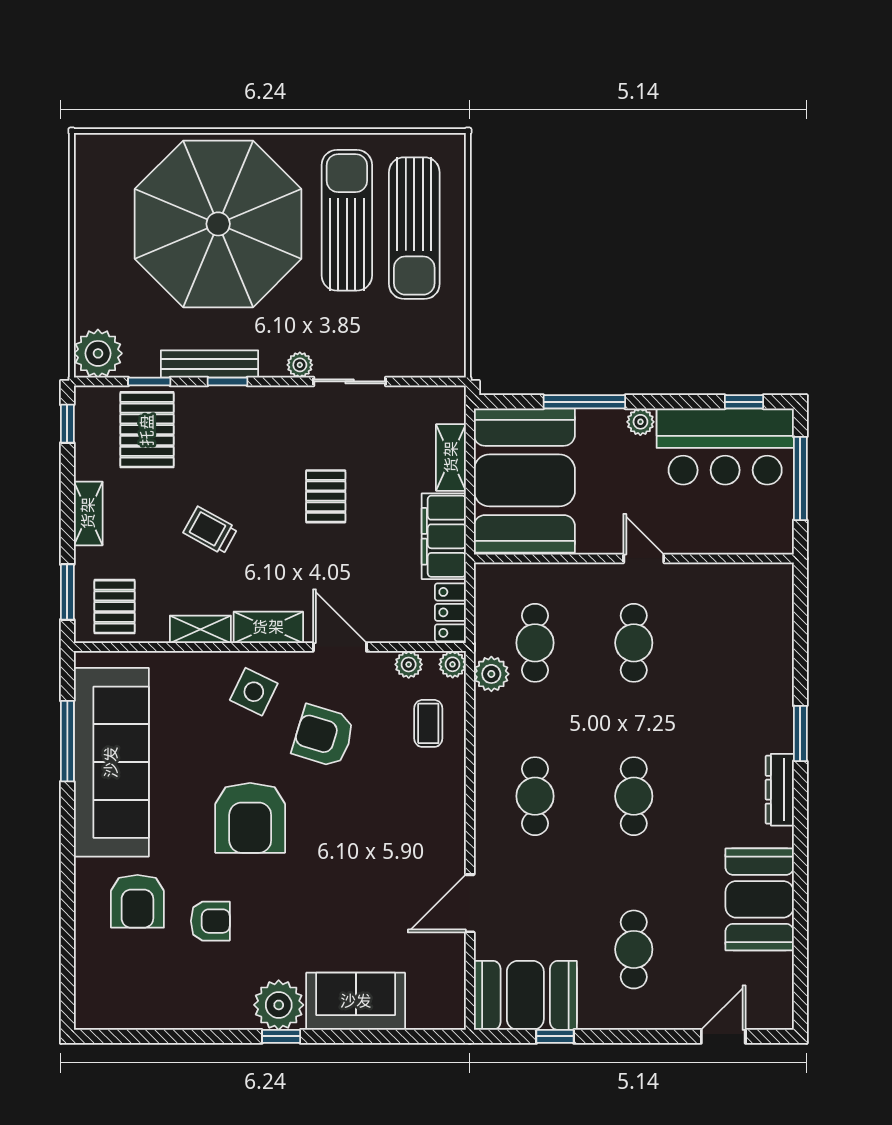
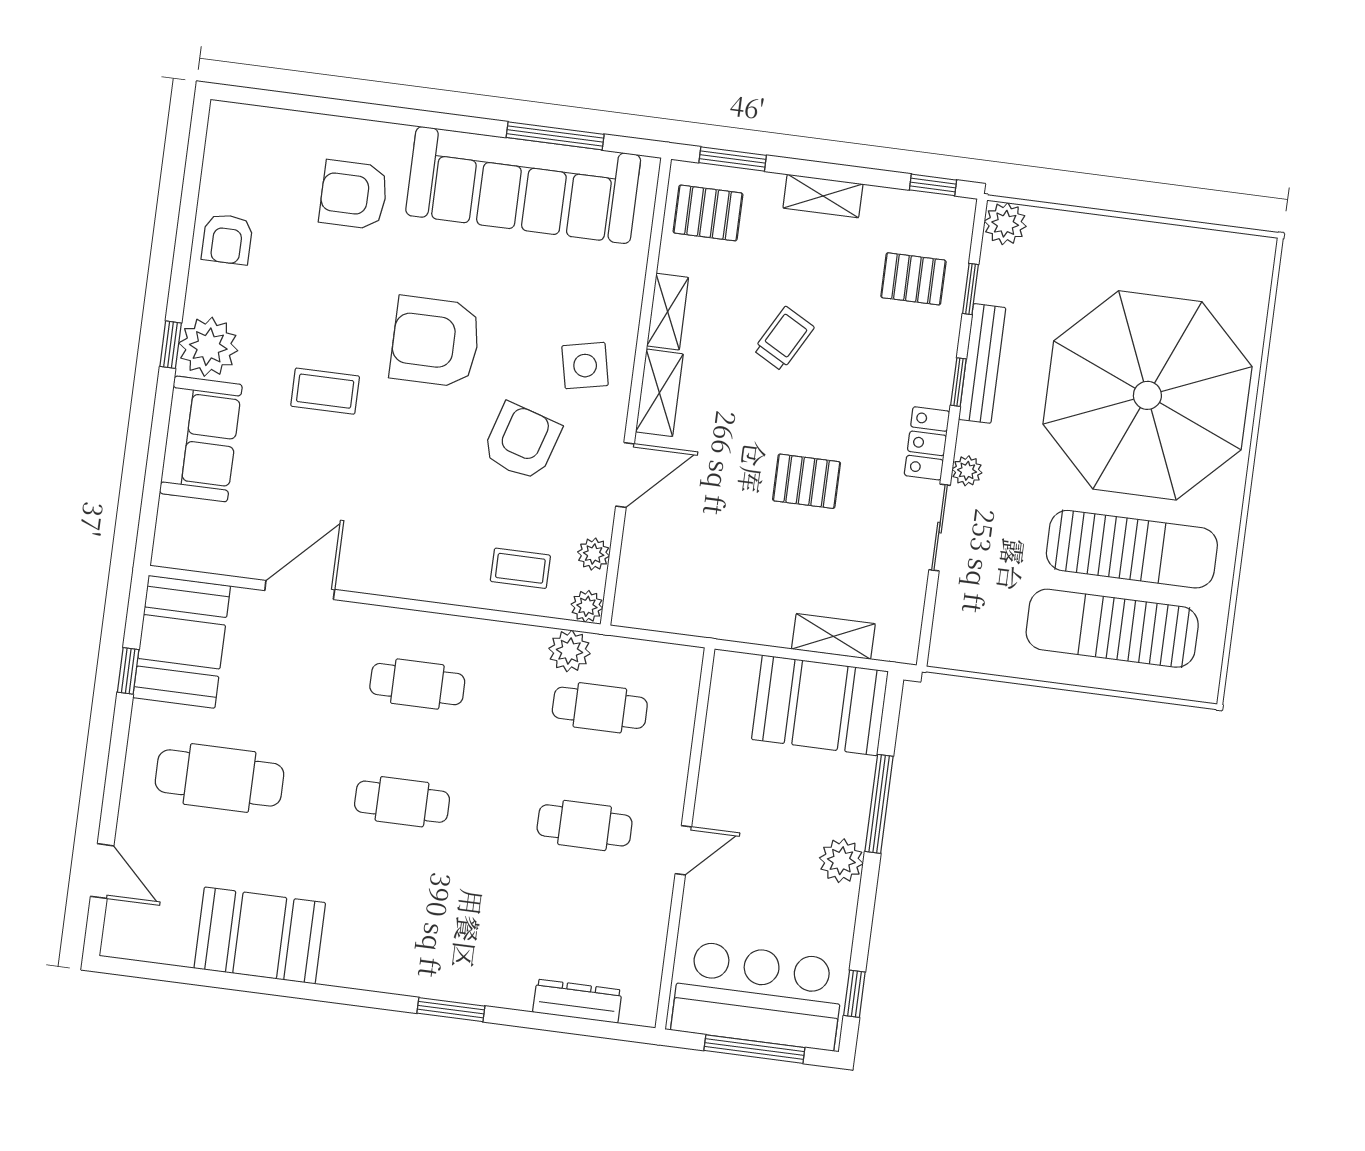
plant: (98, 353) -> (1005, 224), width x0.73, depth x0.73
plant: (640, 422) -> (841, 861), width x1.38, depth x1.38
pallet: (147, 430) -> (913, 279), width x0.67, depth x0.71
bar counter: (725, 446) -> (758, 995), moved, turned 90
booth: (524, 480) -> (820, 705), width x0.73, depth x0.70
filing cabinet: (444, 536) -> (741, 616), removed
locker: (450, 612) -> (927, 443), moved, turned -90
side table: (254, 692) -> (585, 366), turned -38
dresser: (780, 790) -> (577, 1001), moved
door: (470, 903) -> (300, 590), hinge flipped
coffee table: (303, 904) -> (325, 391), added
armchair: (210, 921) -> (227, 239), moved
cafe table: (634, 949) -> (220, 778), width x1.37, depth x1.35

